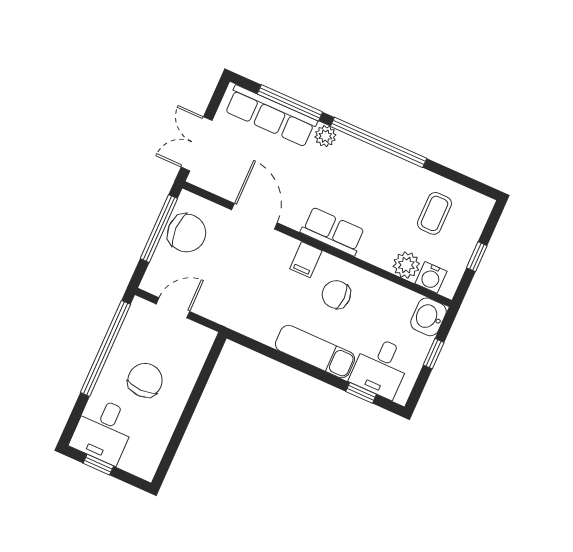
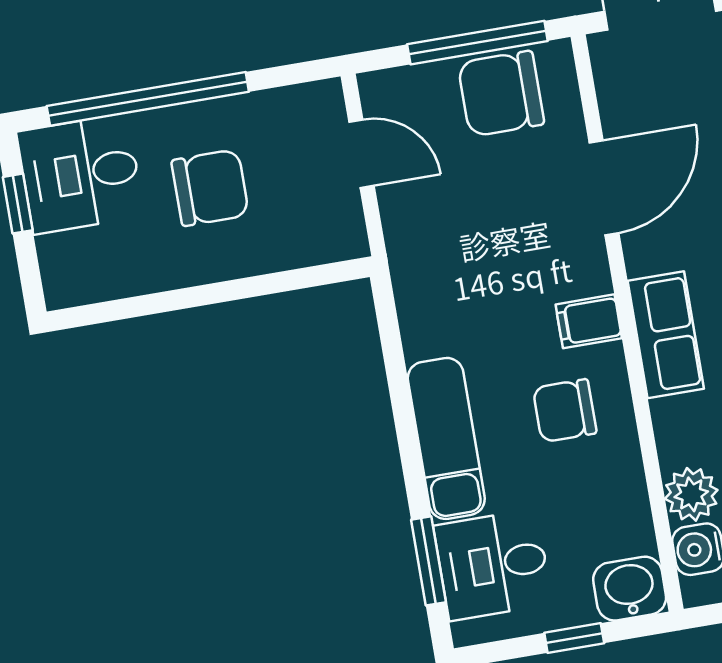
chair: (187, 233) -> (501, 94), turned 90
chair: (336, 295) -> (565, 411), turned -90
window: (106, 348) -> (148, 99), moved
window: (361, 393) -> (429, 561), width x1.50

